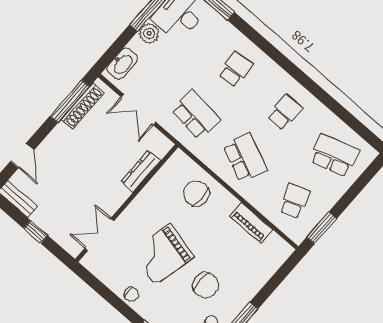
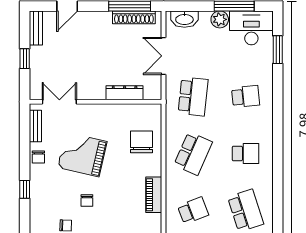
bench: (102, 274) -> (35, 126), added
chair: (206, 285) -> (87, 201), width x0.54, depth x0.54

